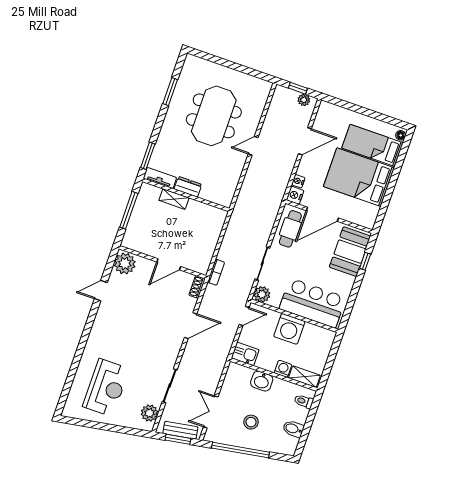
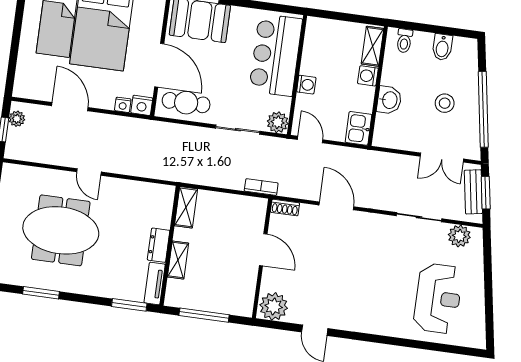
shelving: (212, 213) -> (186, 207), added
washing machine: (289, 329) -> (306, 85), width x0.53, depth x0.53
reception desk: (106, 388) -> (438, 298), turned 90

